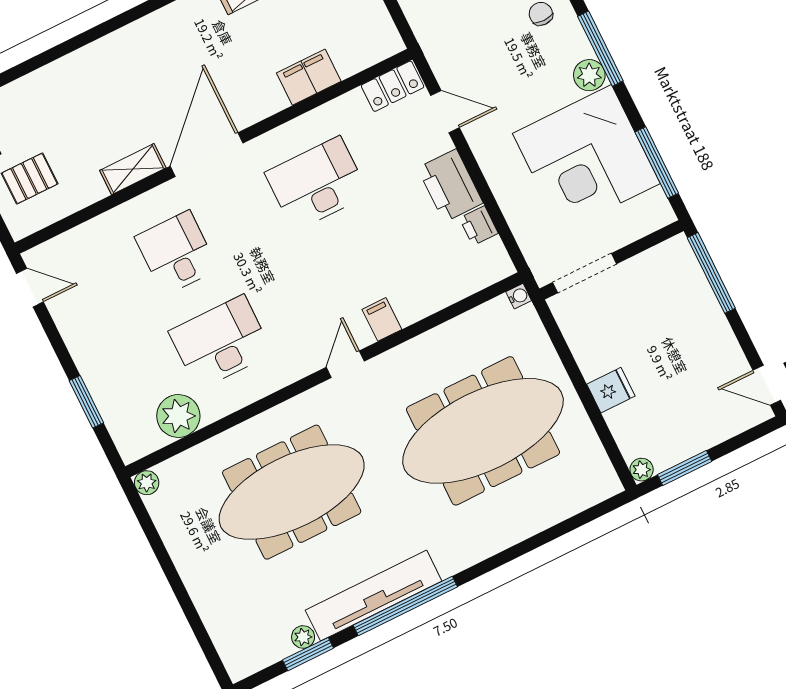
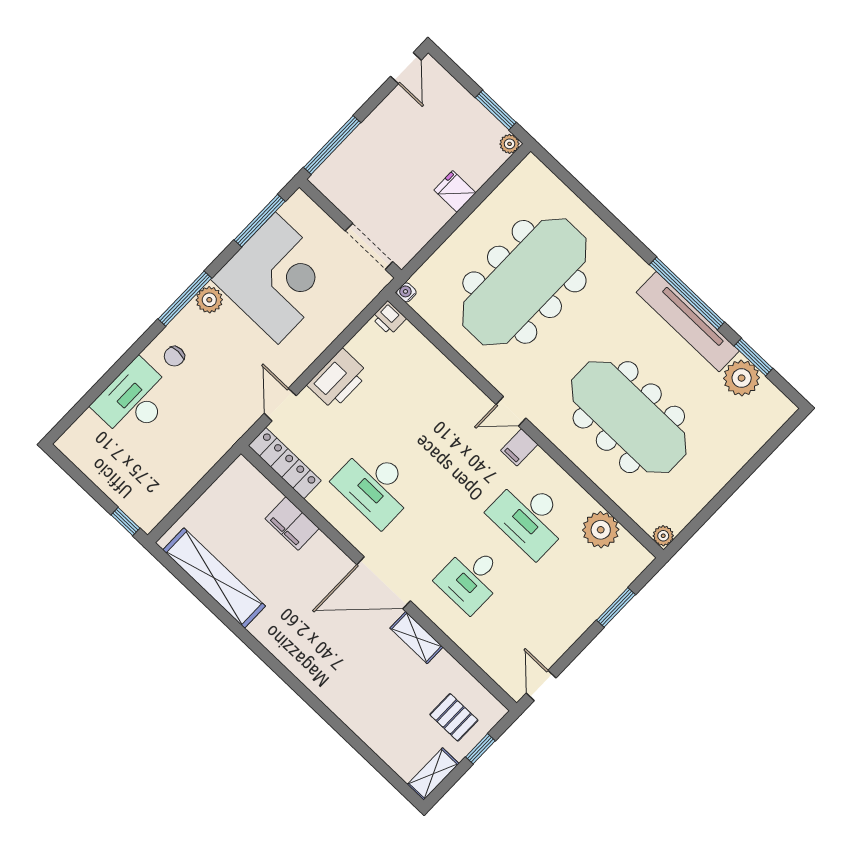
locker: (393, 86) -> (285, 463), width x1.53
printer: (479, 226) -> (389, 318), moved, turned 90
filing cabinet: (382, 319) -> (519, 447), moved
meeting table: (483, 431) -> (524, 282), turned 90
plant: (303, 637) -> (742, 378), width x1.88, depth x1.88

